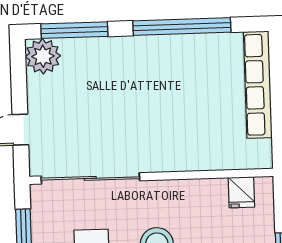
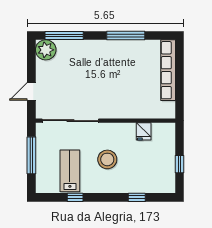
window: (182, 27) -> (126, 36), width x0.68
fridge: (241, 192) -> (144, 131), moved

